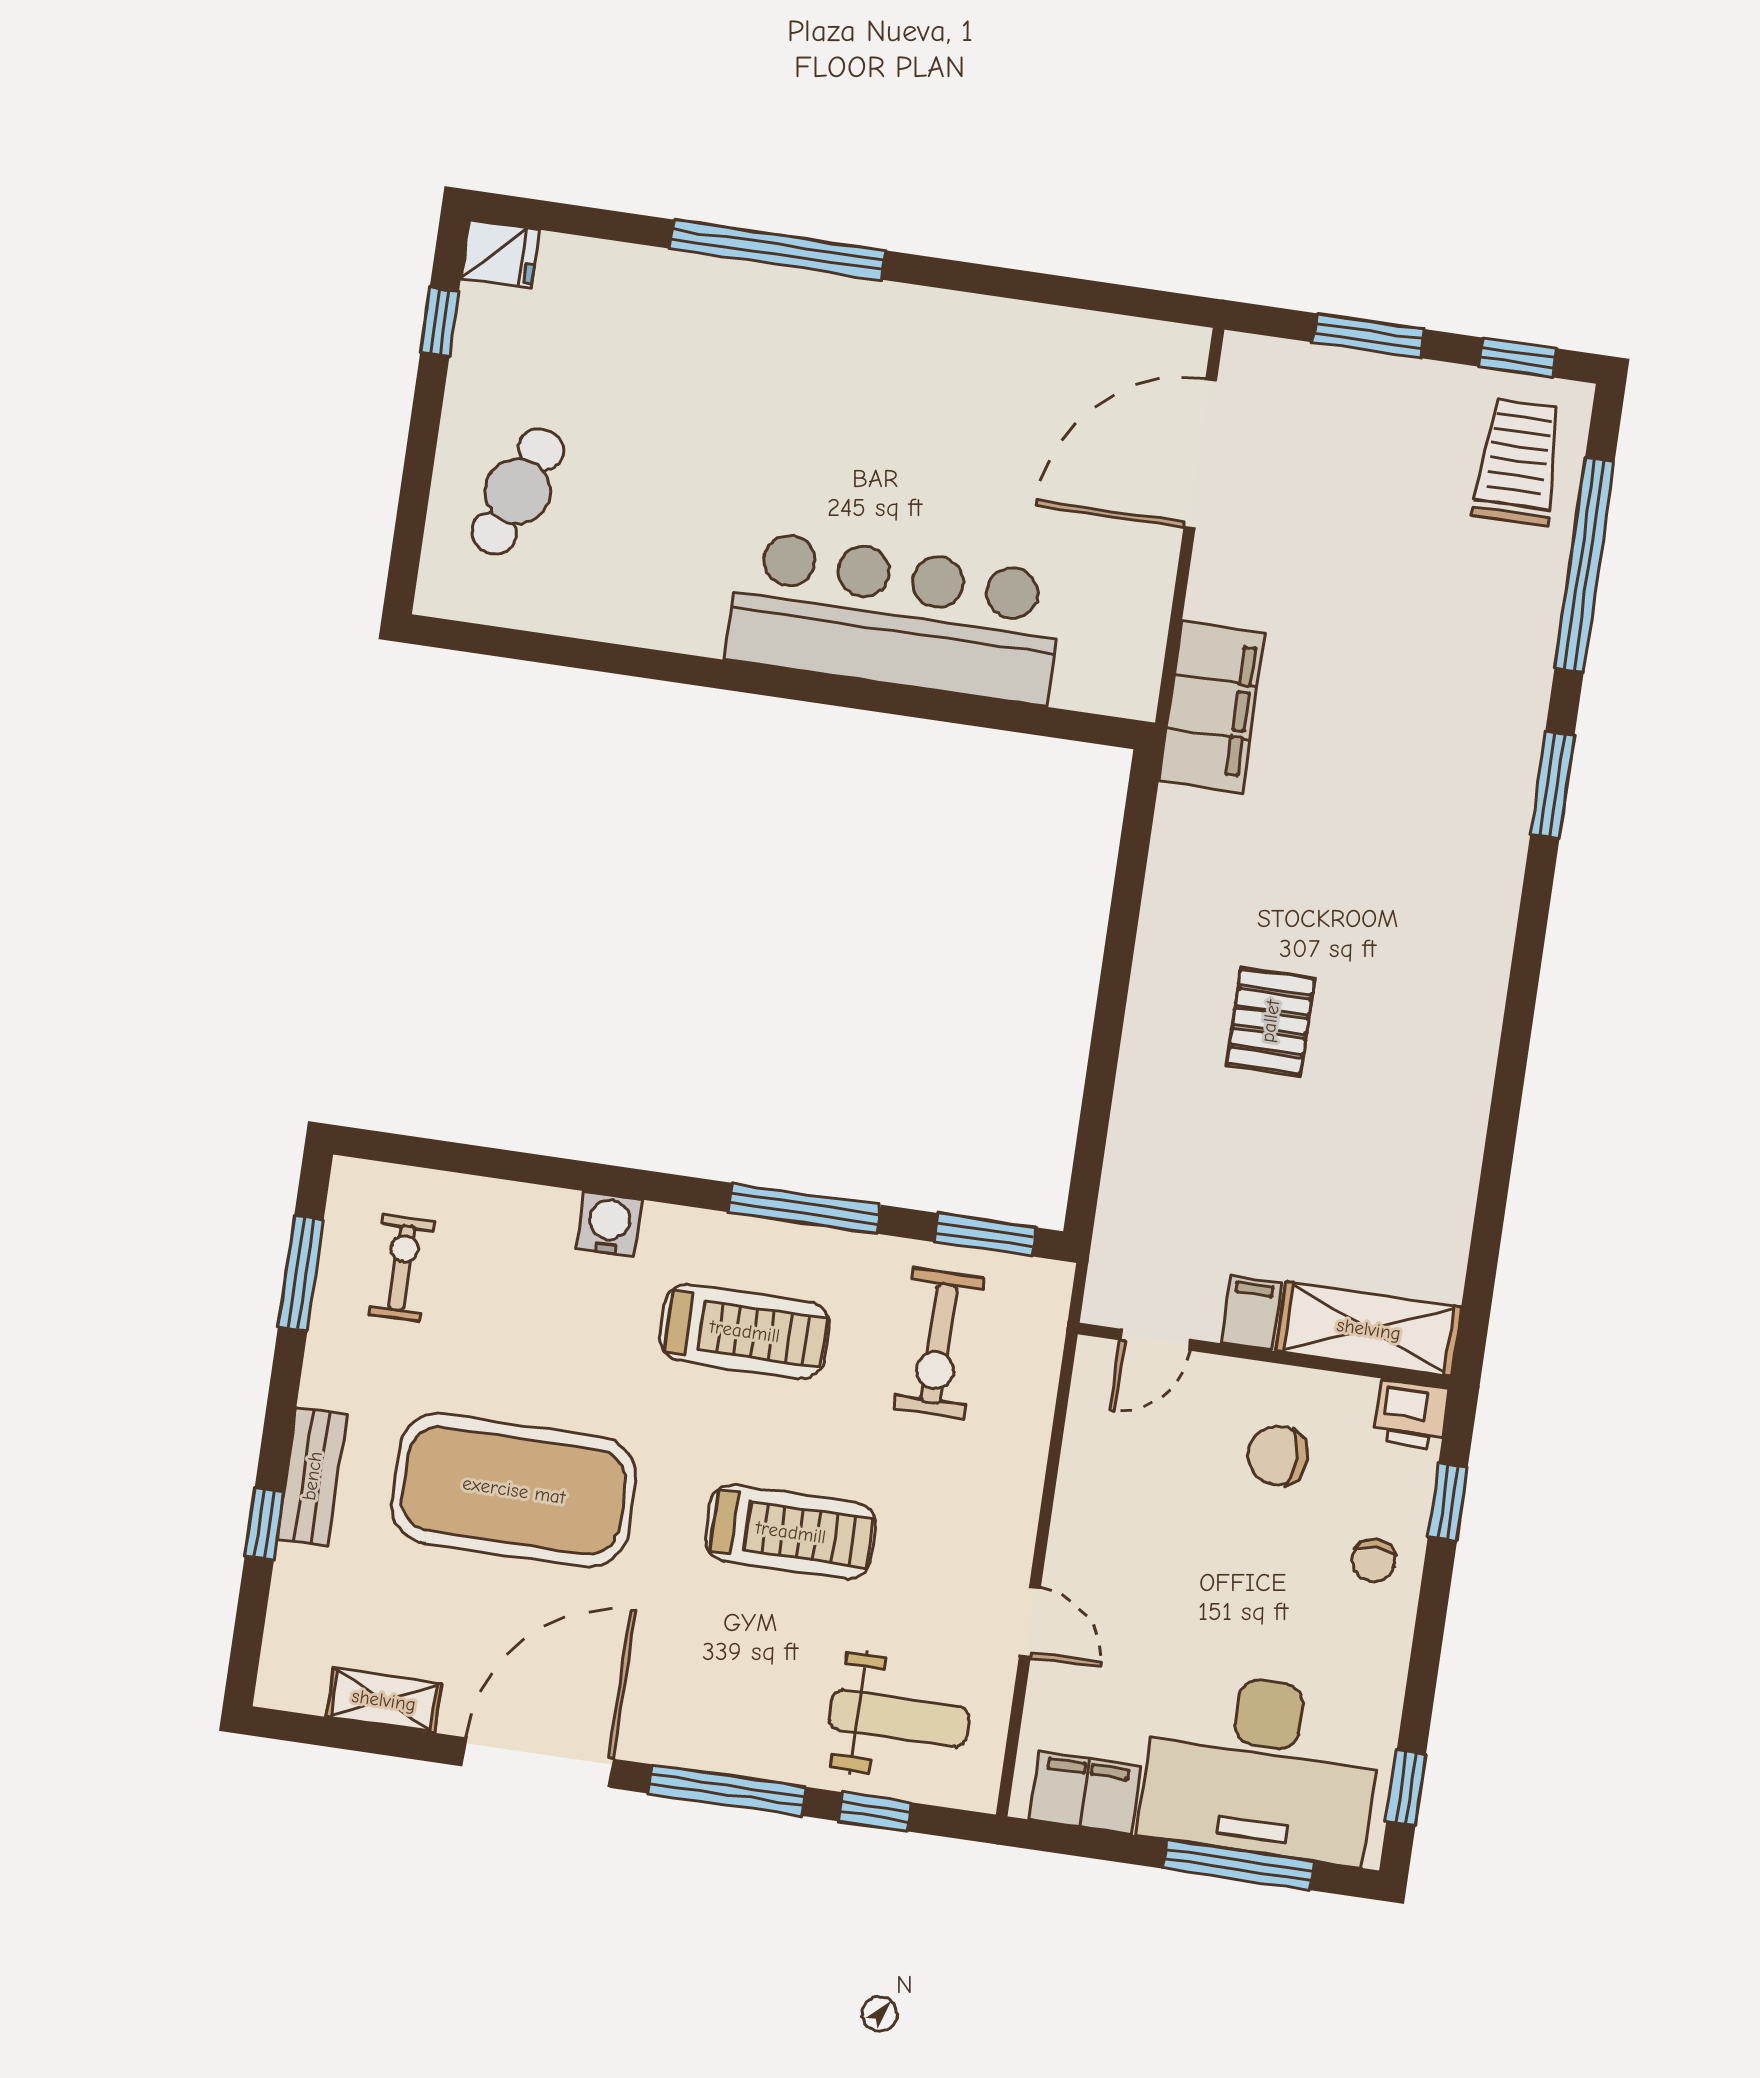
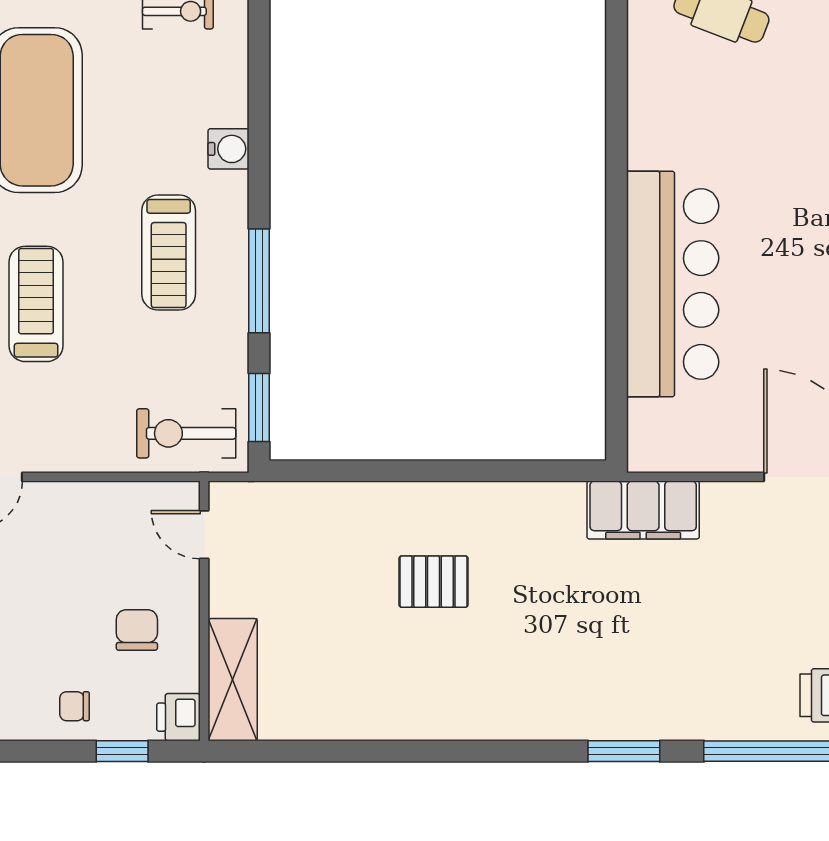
filing cabinet: (1251, 1313) -> (232, 597), removed
exercise bike: (939, 1344) -> (186, 433), moved
treadmill: (791, 1532) -> (36, 304), turned 180

